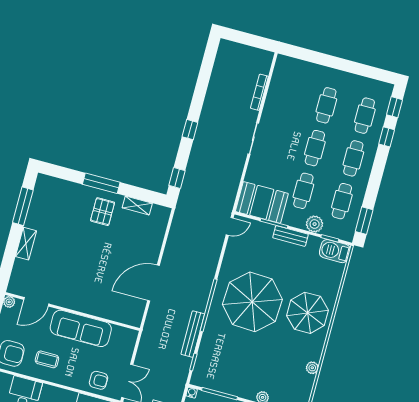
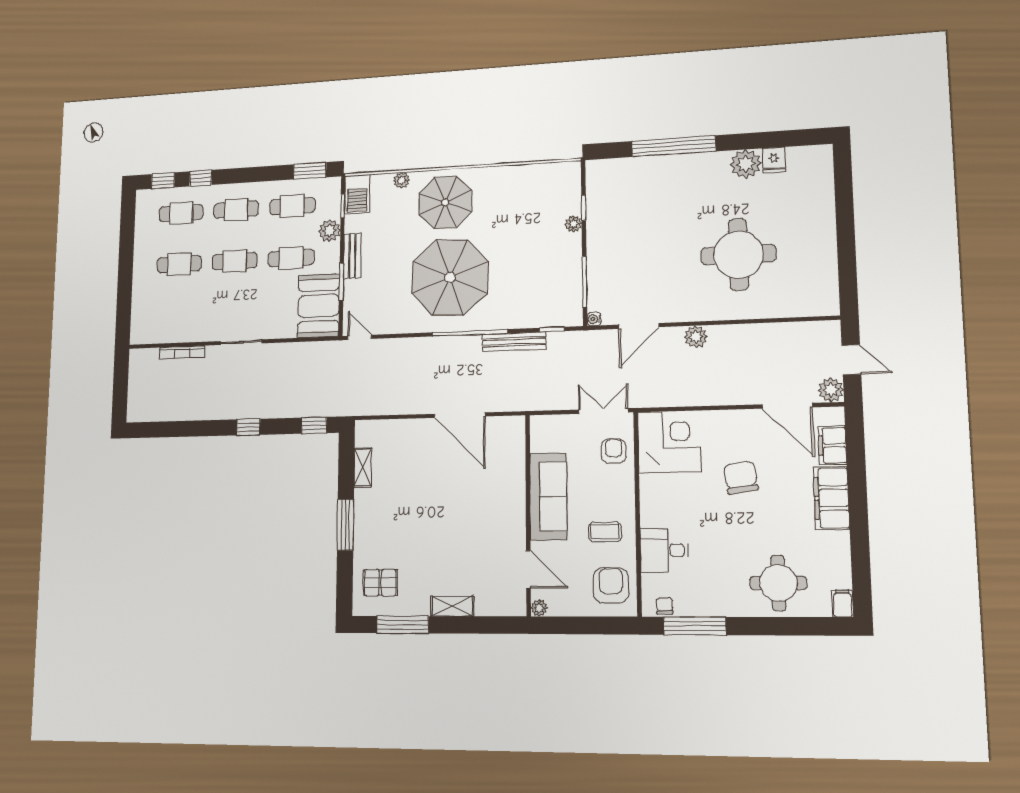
pallet: (103, 212) -> (380, 583), moved
coffee table: (47, 359) -> (605, 532), turned 90
plant: (312, 368) -> (401, 180), moved

